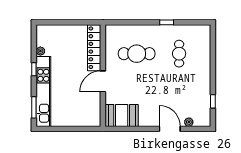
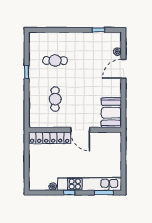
cafe table: (137, 54) -> (55, 99), width x0.73, depth x0.74

